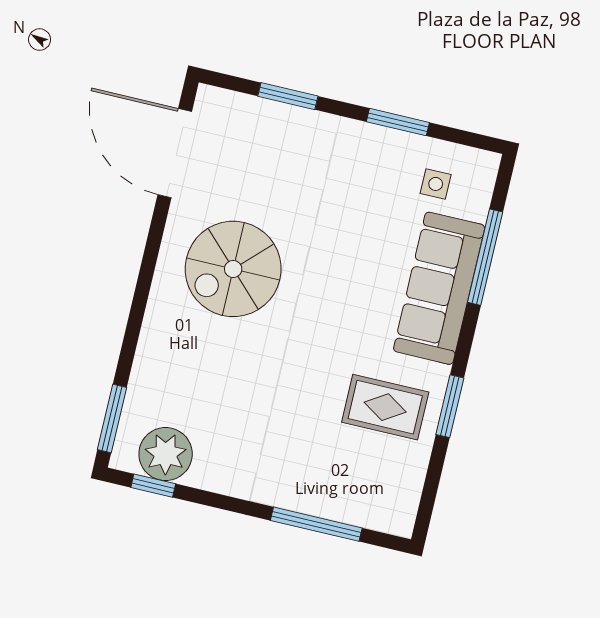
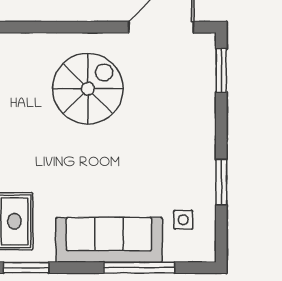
window: (288, 96) -> (221, 70), moved
spiral stairs: (233, 269) -> (88, 89), turned 90

